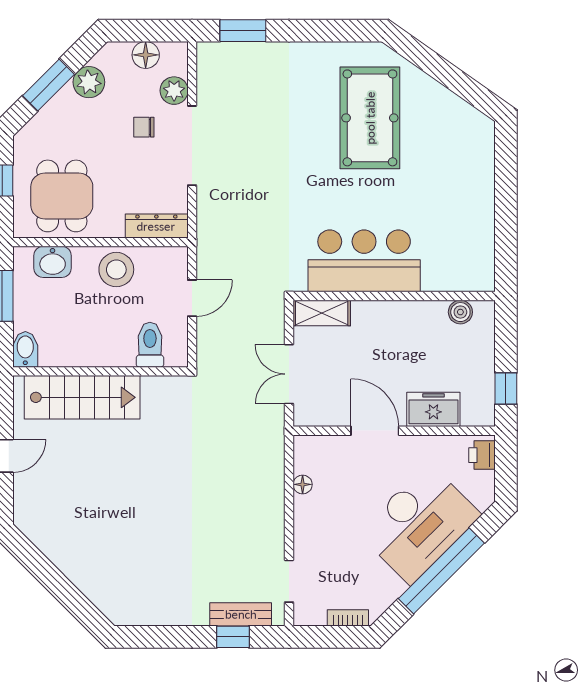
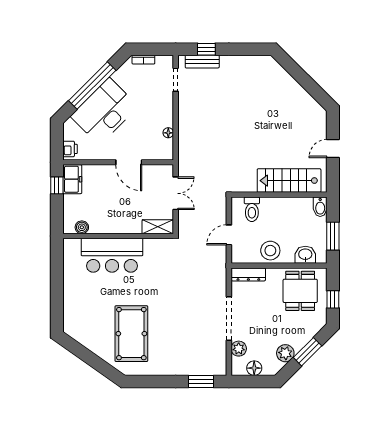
chair: (144, 127) -> (255, 329), removed
bar counter: (364, 261) -> (112, 255), moved
freezer: (433, 409) -> (72, 179), moved, turned -90

